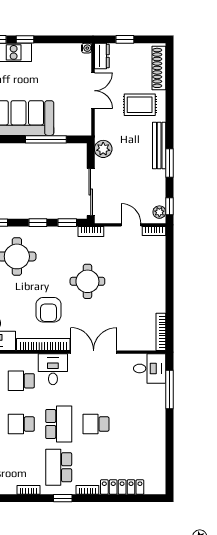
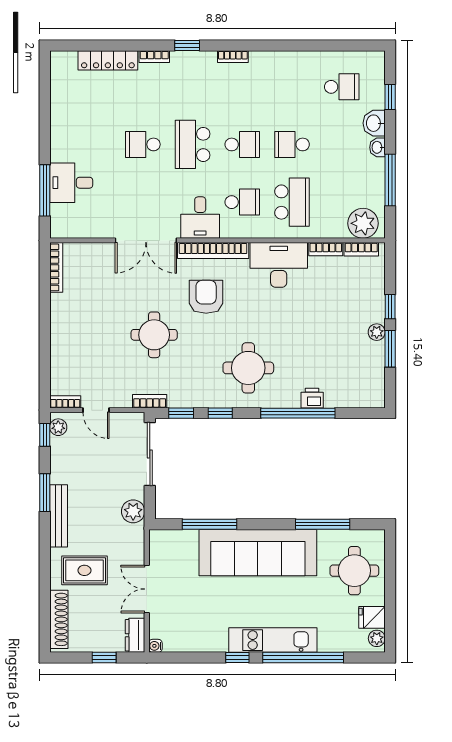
desk: (150, 368) -> (71, 183), moved
school desk: (96, 424) -> (143, 144), turned 180
school desk: (59, 467) -> (193, 87), removed

